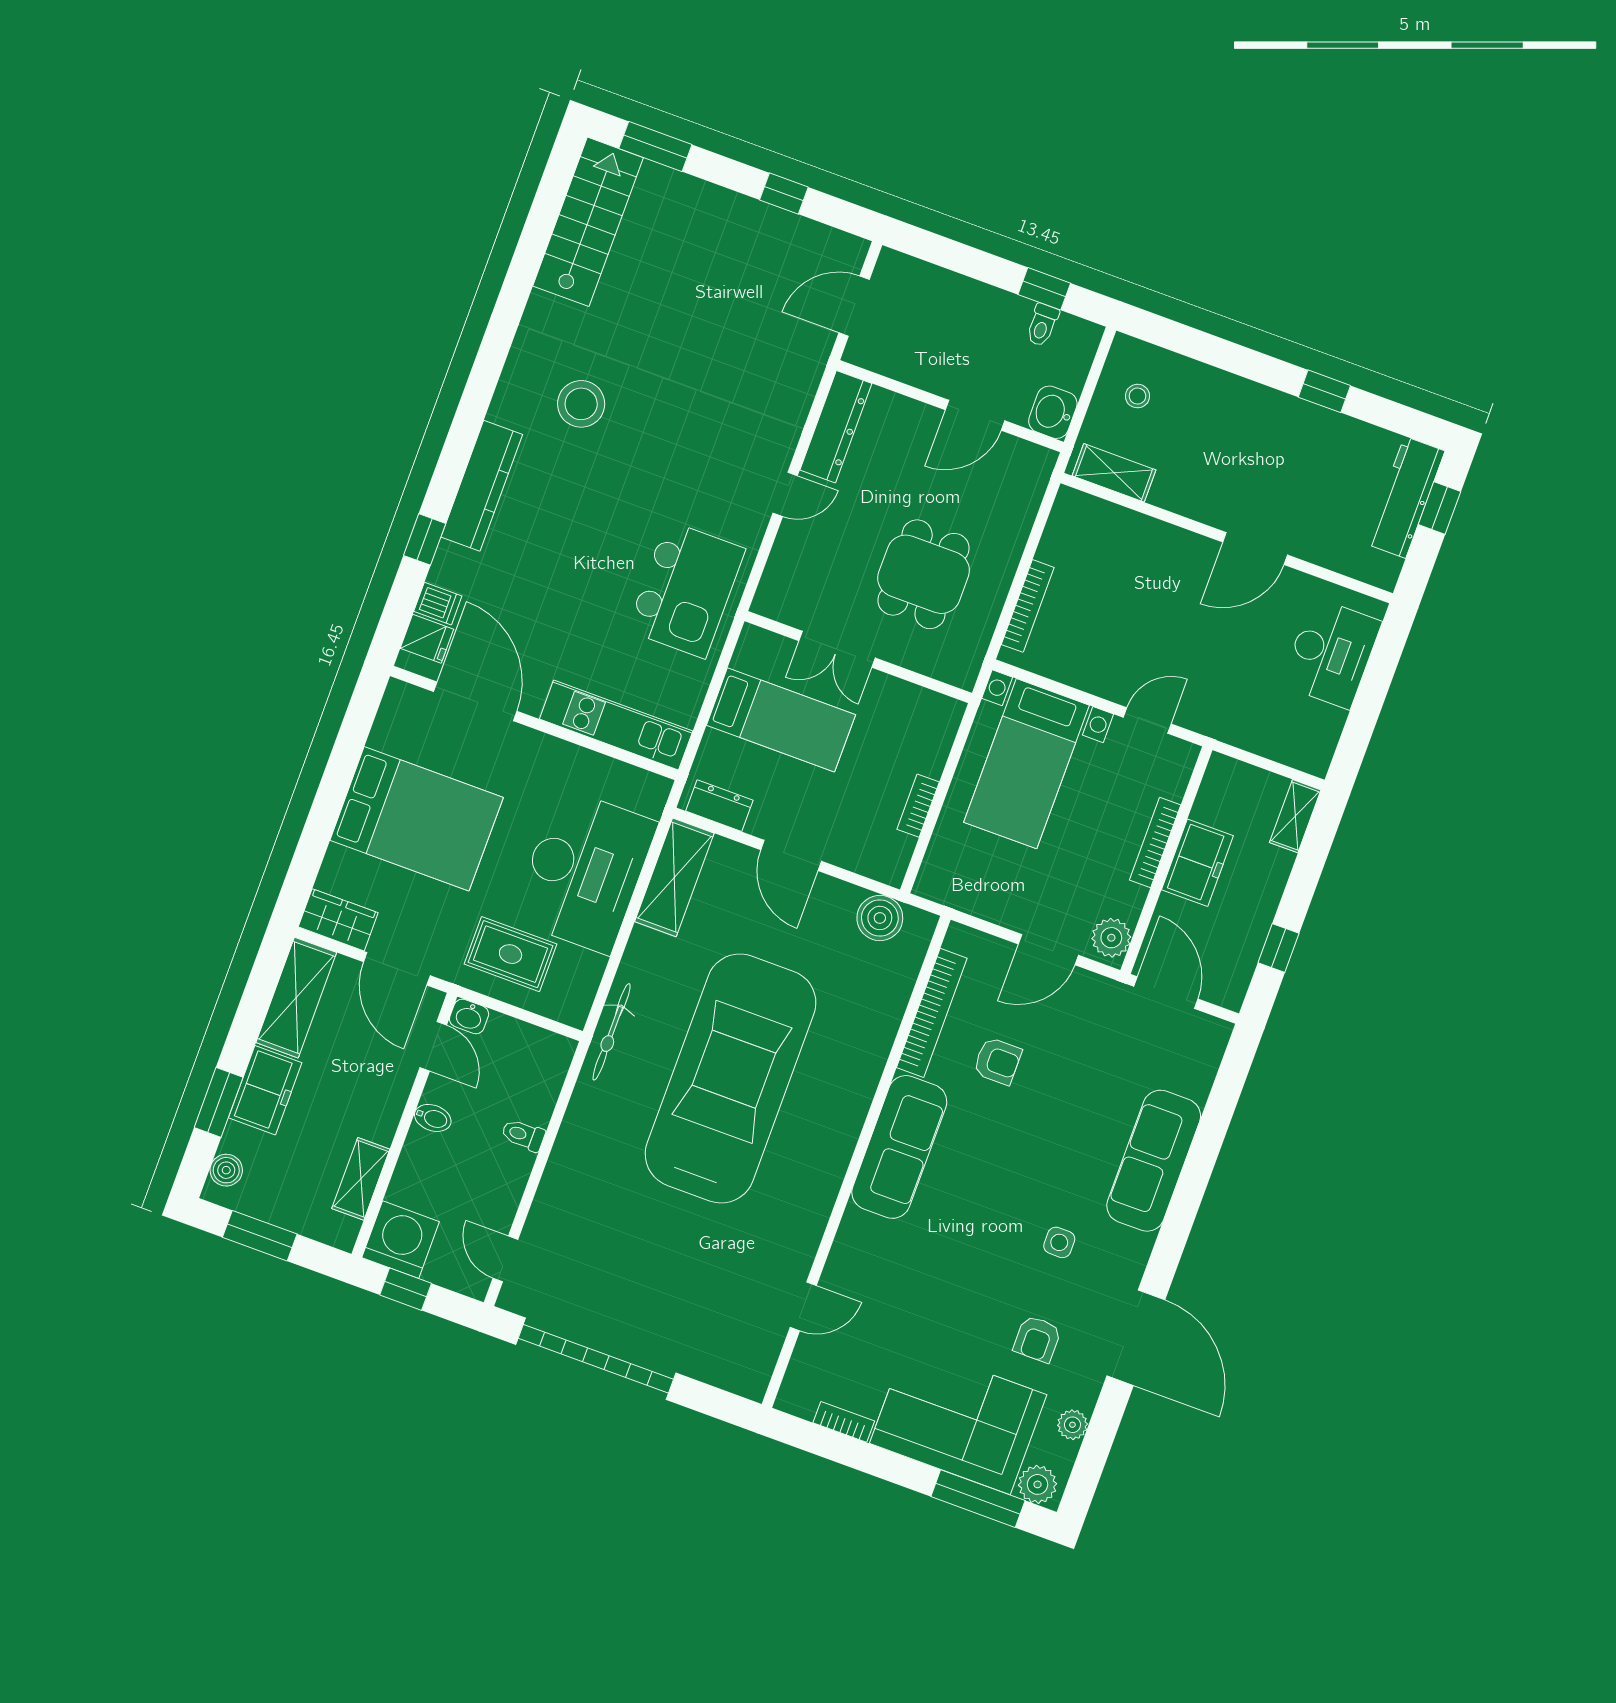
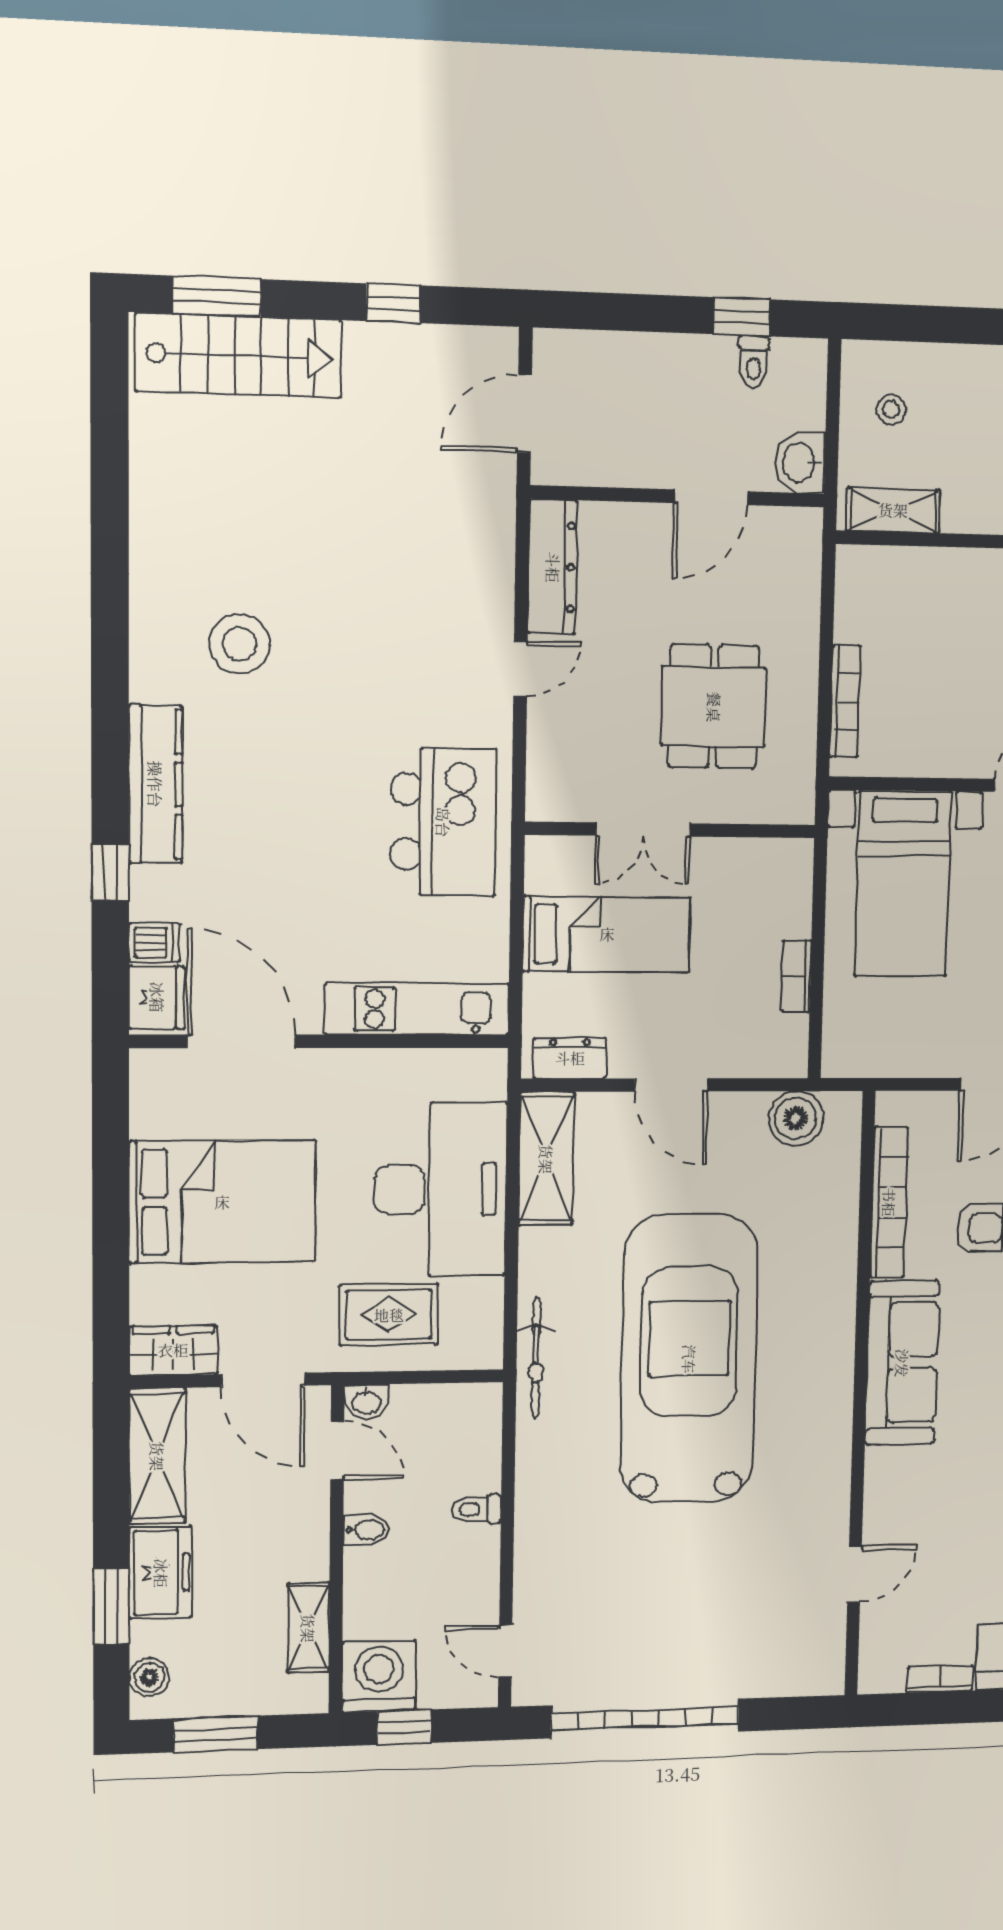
stairs: (588, 222) -> (239, 355), moved, turned 90
fridge: (427, 639) -> (157, 997), width x1.38

